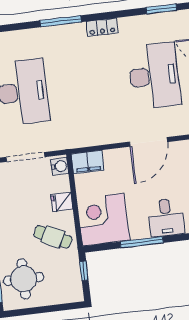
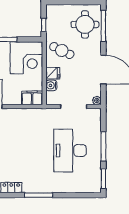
water cooler: (60, 166) -> (51, 85), moved

